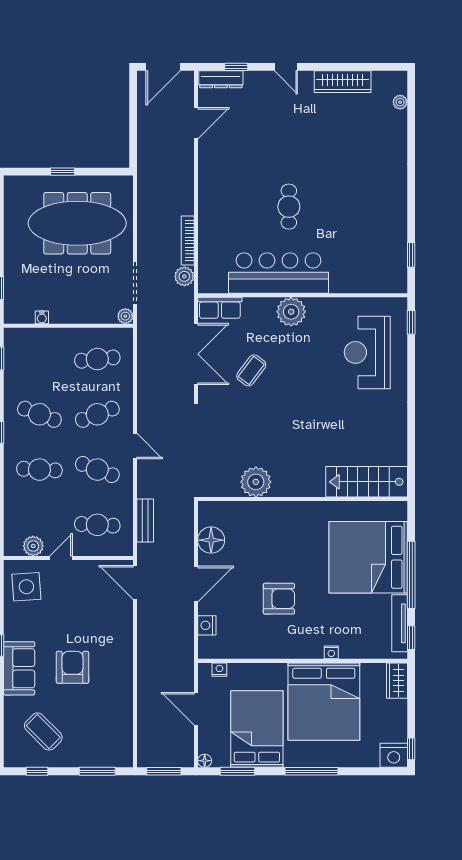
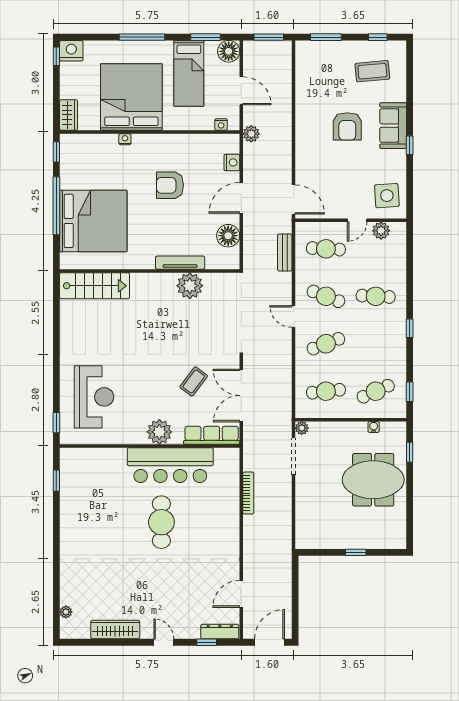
cafe table: (289, 207) -> (161, 522), width x1.37, depth x1.35
meeting table: (77, 223) -> (373, 480), moved, width x0.73
plant: (184, 276) -> (251, 134), moved
row of seats: (220, 308) -> (212, 435), width x1.48
cafe table: (39, 414) -> (376, 391), moved, turned -45
tv unit: (400, 623) -> (180, 263), moved, turned -90
bed: (257, 729) -> (189, 73), width x0.67
coffee table: (43, 732) -> (372, 71), turned -50
floor lamp: (205, 761) -> (229, 51), width x1.89, depth x1.89

